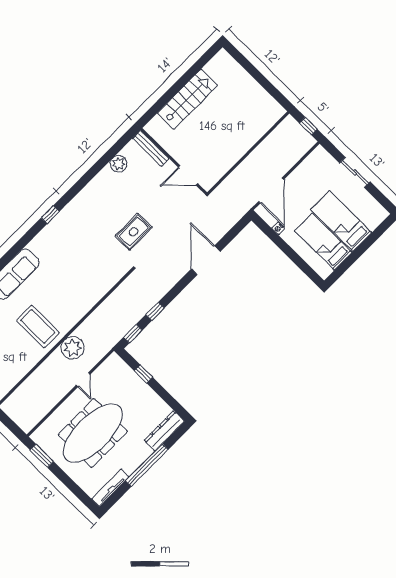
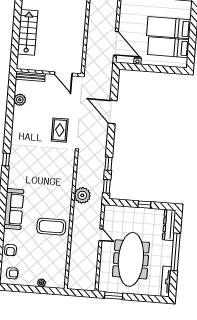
door: (188, 175) -> (63, 74), hinge flipped
plant: (73, 348) -> (82, 195), moved
window: (143, 374) -> (144, 205), moved

